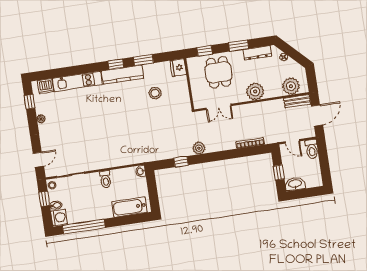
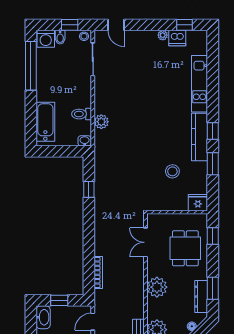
window: (239, 46) -> (213, 288), moved
dining table: (219, 72) -> (185, 248), turned 90
dishwasher: (46, 86) -> (177, 38), moved, turned -90
plant: (199, 148) -> (101, 122), moved
toilet: (105, 179) -> (82, 114), moved

